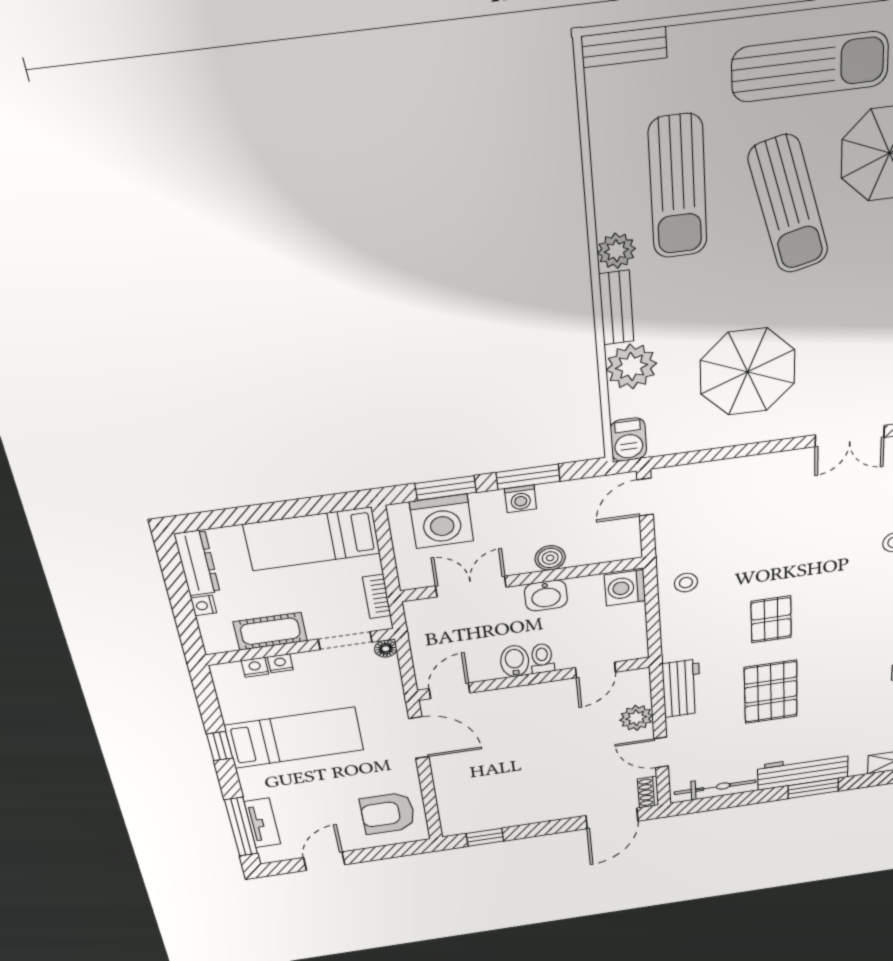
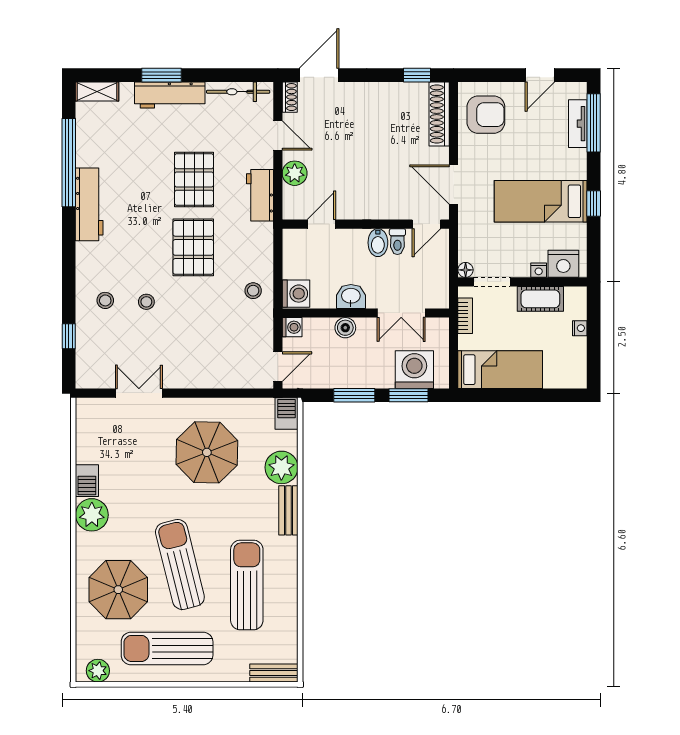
plant: (616, 251) -> (286, 549), removed
washing machine: (520, 499) -> (292, 327), moved, turned 90
stool: (837, 549) -> (146, 302), added
dresser: (197, 563) -> (577, 363), removed
pallet: (771, 619) -> (193, 247), width x1.50, depth x1.42
toilet: (542, 658) -> (397, 242), moved
nightstand: (255, 667) -> (563, 264), width x1.89, depth x1.79
shoe rack: (450, 805) -> (439, 114), added

